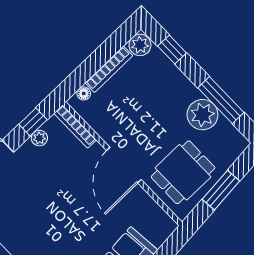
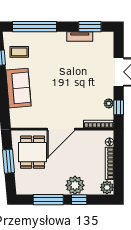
window: (172, 49) -> (79, 200), moved
plant: (203, 115) -> (75, 185), moved
door: (124, 165) -> (61, 129), swing flipped

